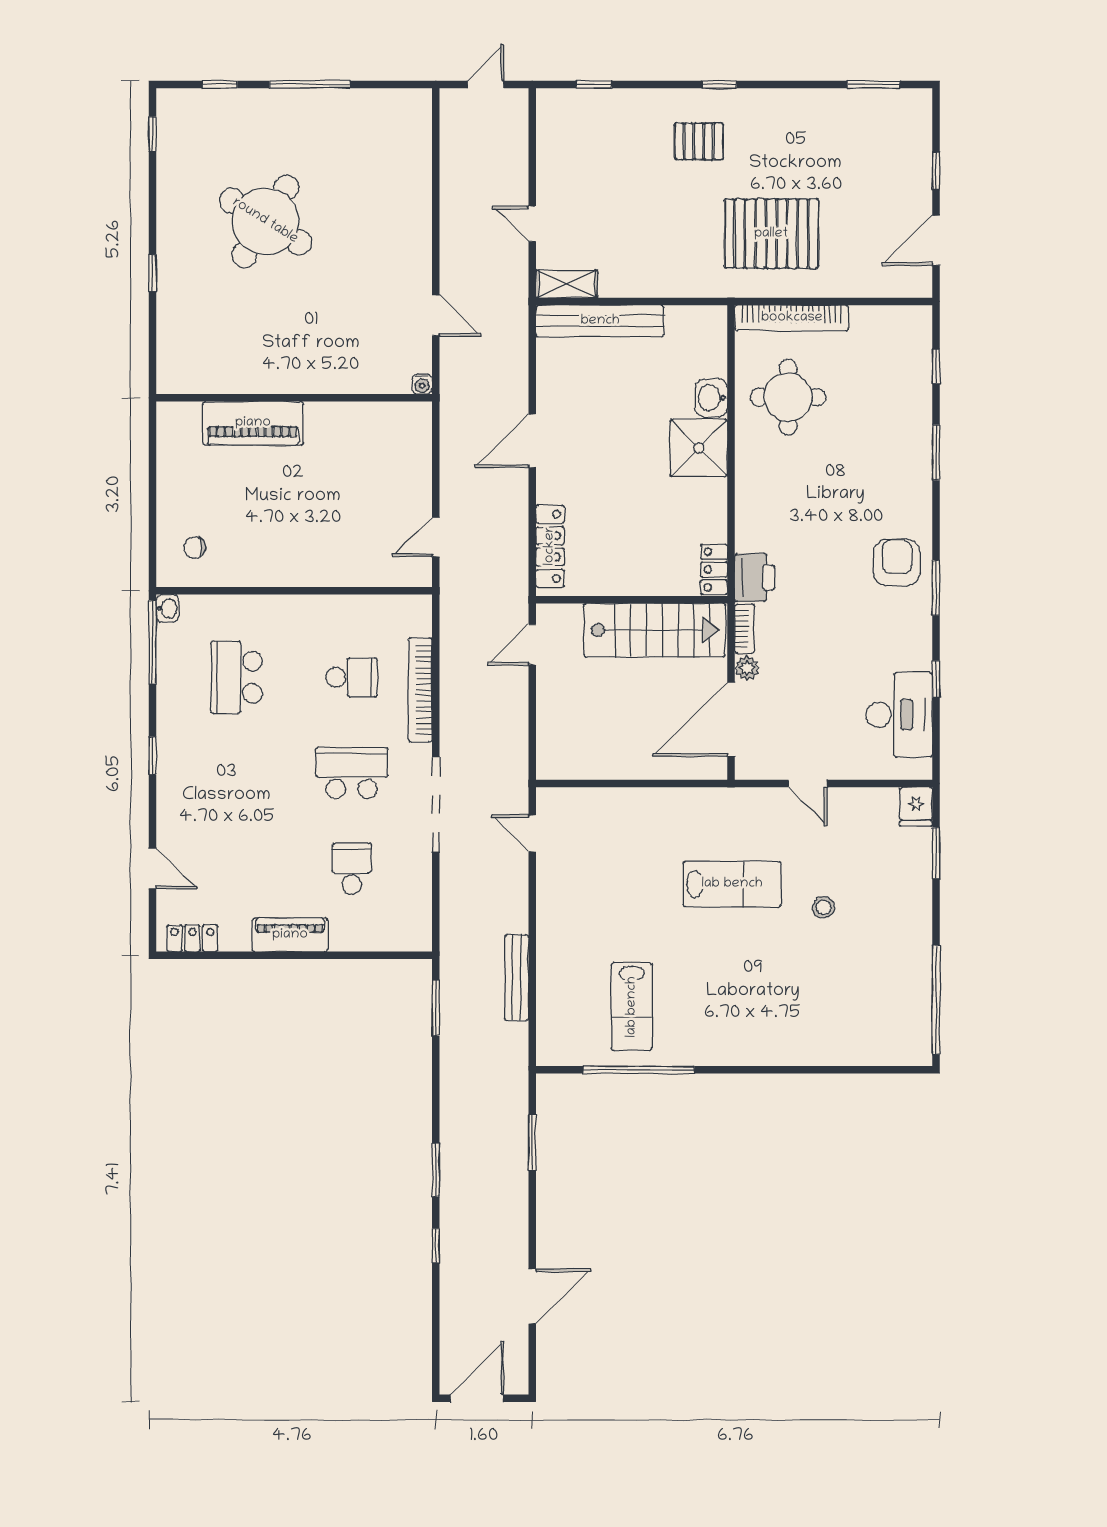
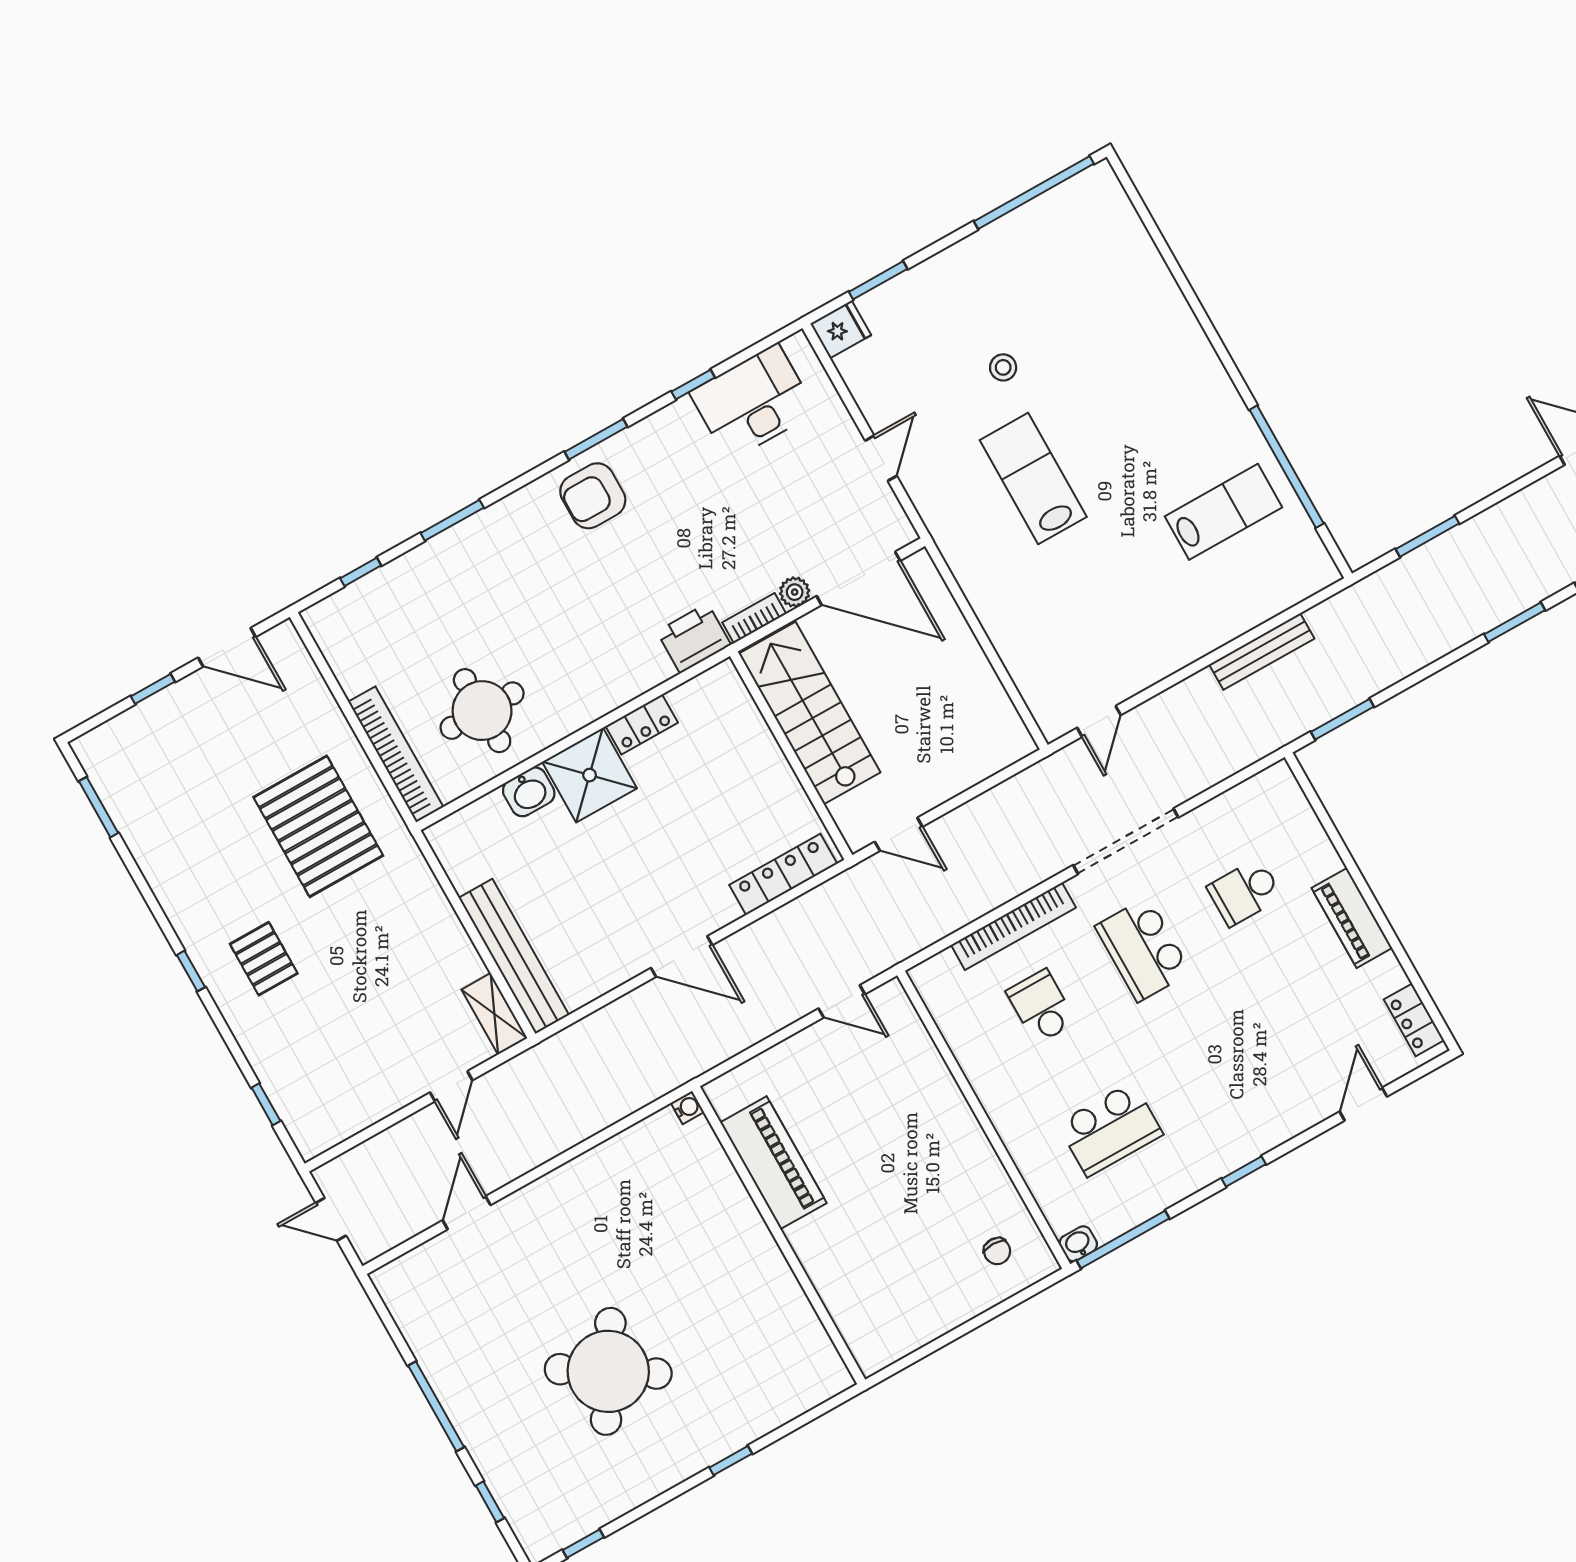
door: (436, 315) -> (467, 1213), moved
piano: (253, 423) -> (773, 1163), moved
locker: (714, 569) -> (642, 724), moved

